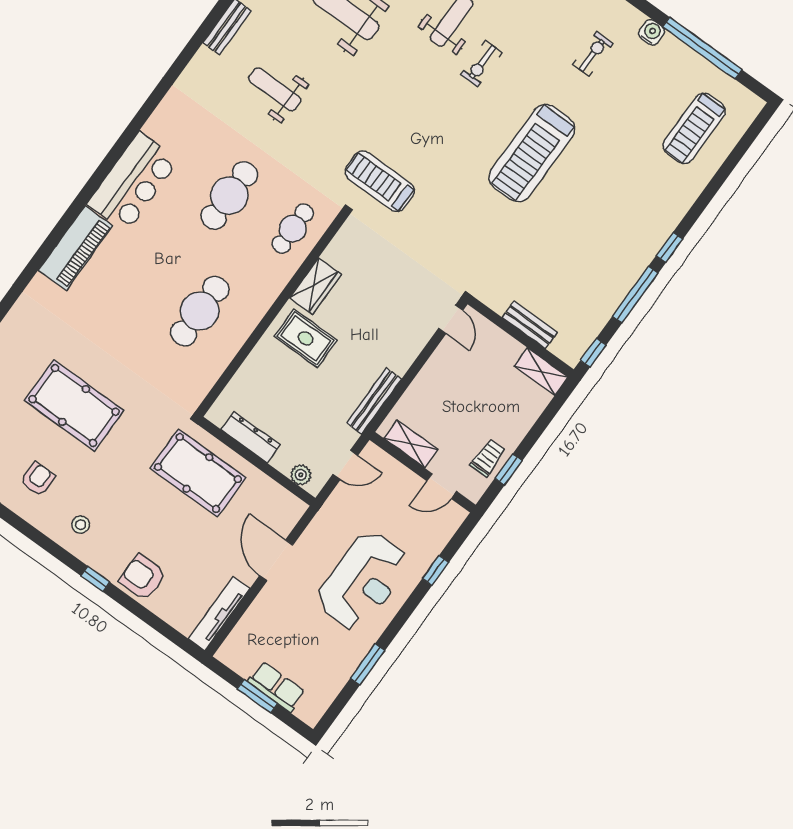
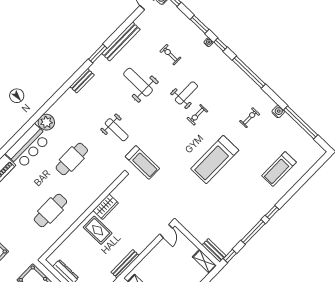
weight bench: (275, 89) -> (117, 130), moved, turned 180
plant: (164, 125) -> (46, 122), added
treadmill: (694, 128) -> (279, 169), moved
treadmill: (380, 181) -> (142, 162), turned 180
cafe table: (293, 229) -> (99, 179), removed
bench: (530, 325) -> (214, 250), moved

